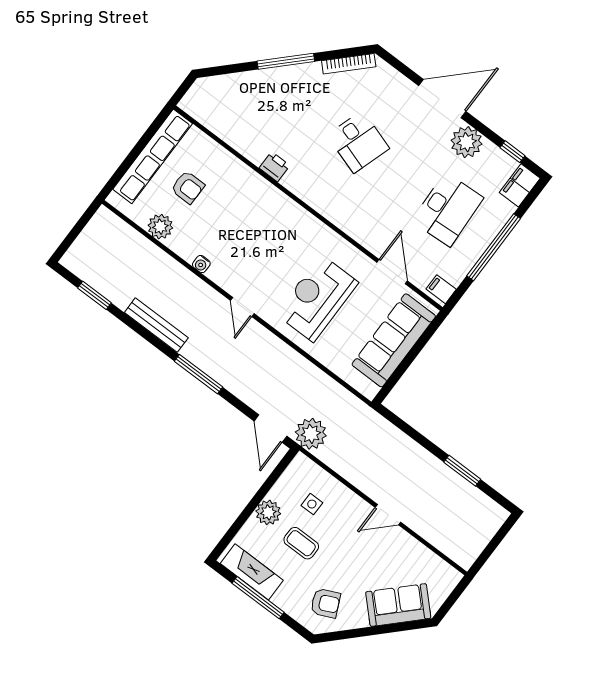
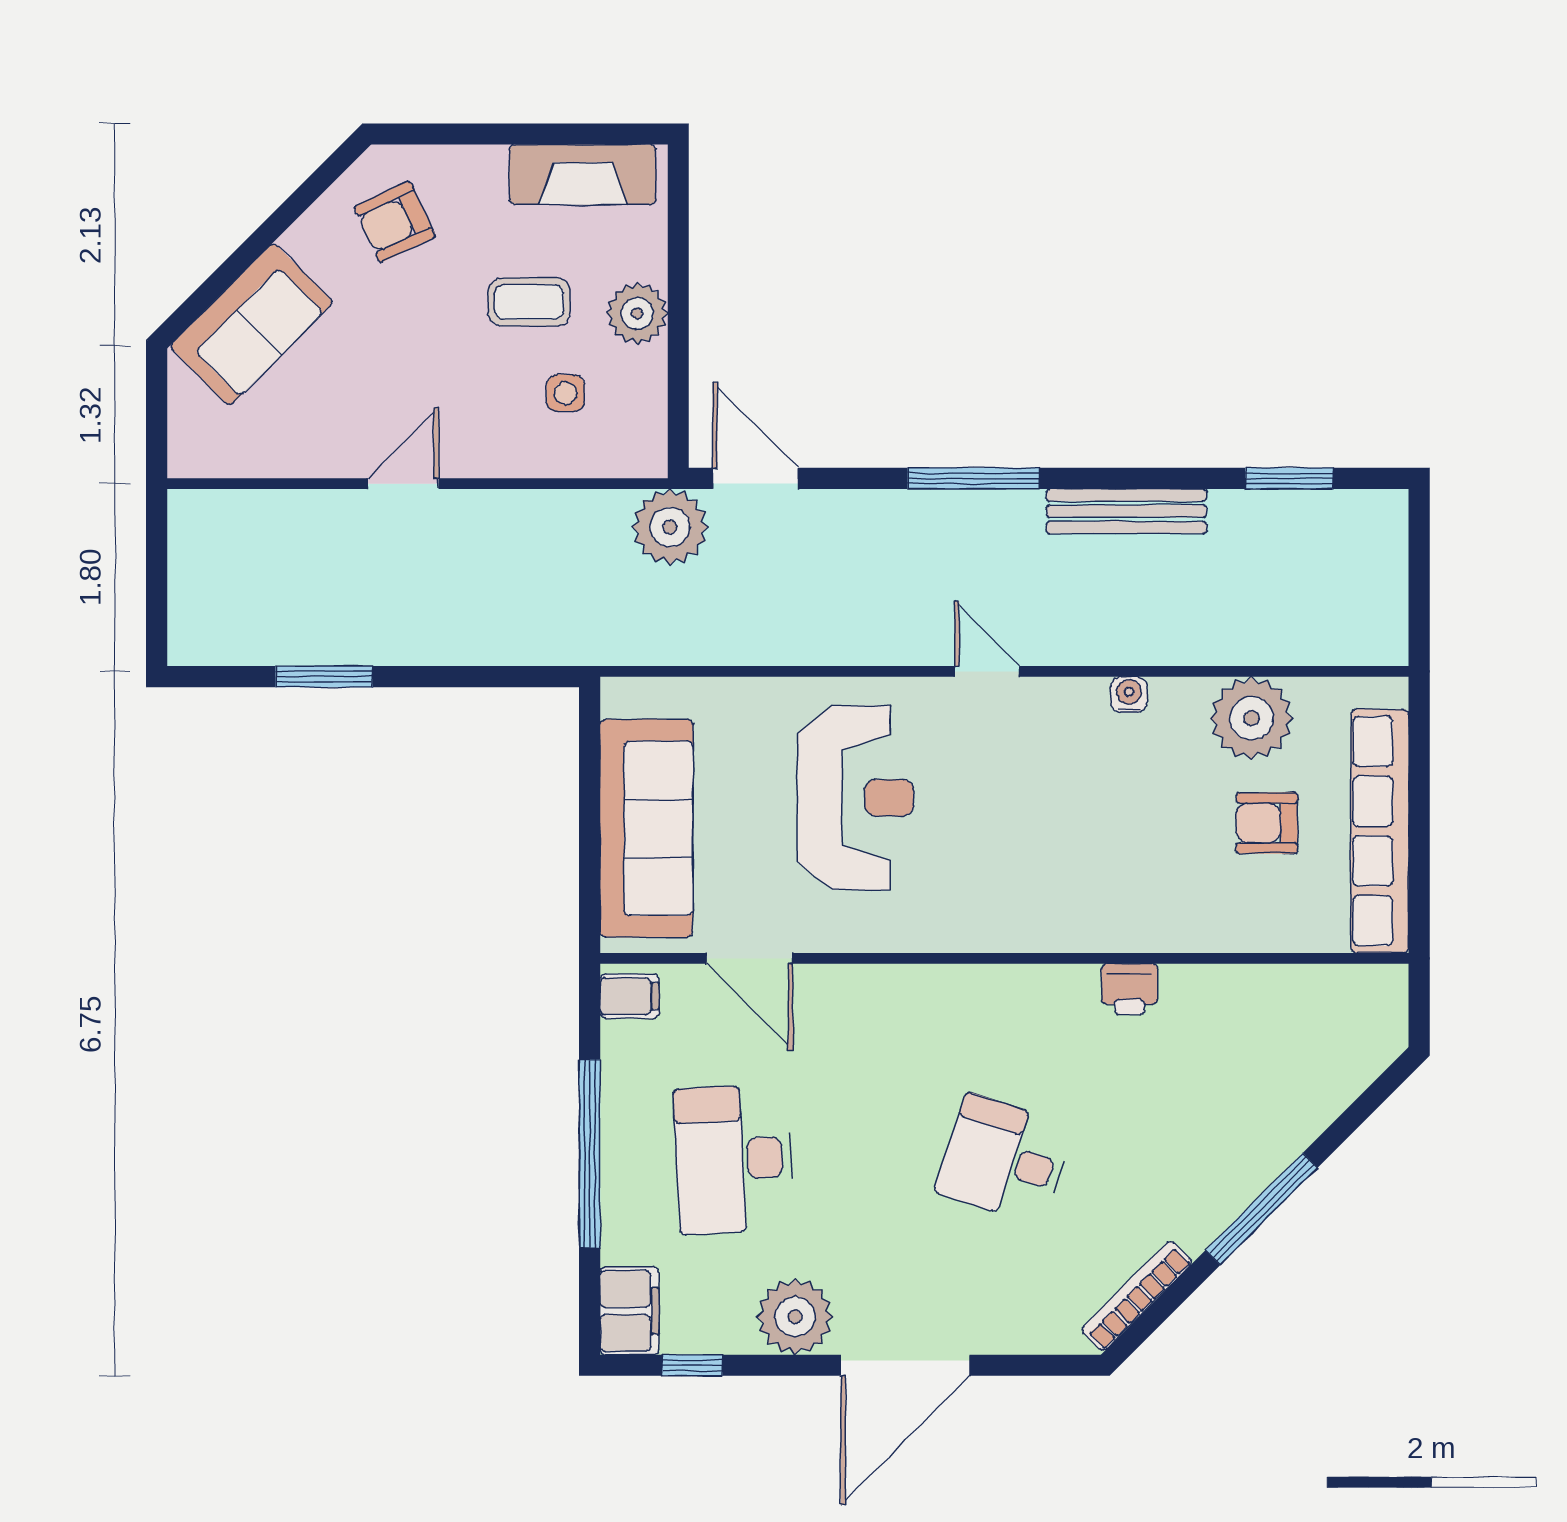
plant: (160, 227) -> (1251, 718), width x1.36, depth x1.36
window: (258, 598) -> (533, 134), removed

